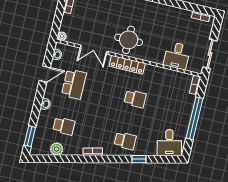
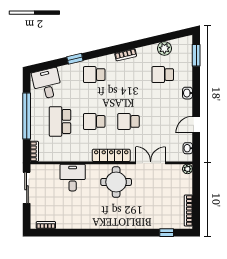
desk: (177, 56) -> (73, 178), moved
school desk: (74, 84) -> (128, 121), moved, width x0.54
school desk: (166, 106) -> (60, 121), added

